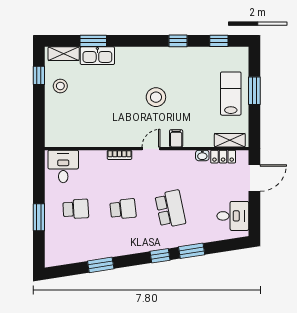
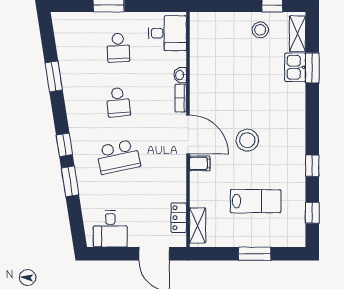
kitchen sink: (97, 56) -> (295, 67), width x0.73
lab bench: (231, 94) -> (256, 201), moved
door: (151, 149) -> (188, 134), width x1.88
washbasin: (202, 155) -> (180, 75), moved

